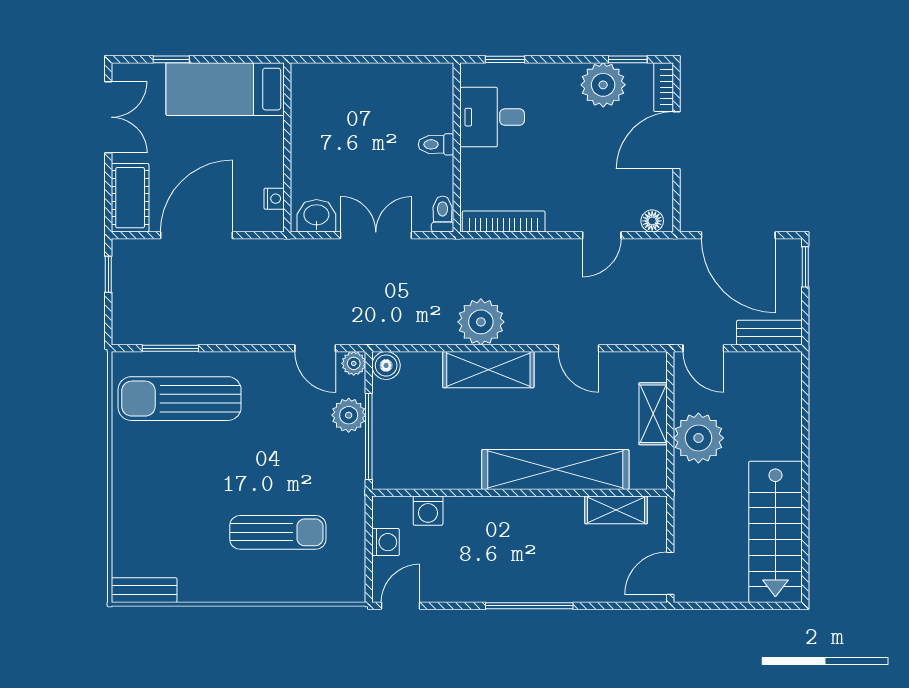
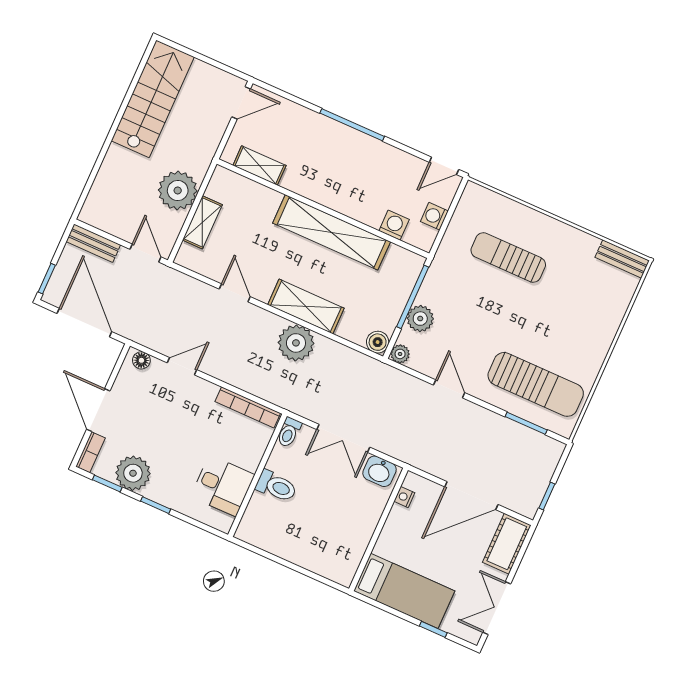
window: (505, 59) -> (156, 505), moved
door: (677, 140) -> (98, 410), swing flipped
toilet: (436, 144) -> (276, 486), width x1.37, depth x1.39
door: (315, 348) -> (449, 389), moved
shelving: (555, 469) -> (332, 232), moved

